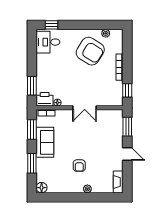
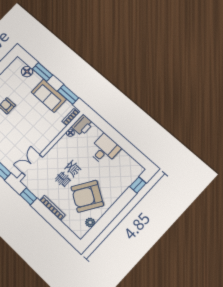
desk: (48, 42) -> (104, 150), moved
window: (32, 86) -> (102, 125), removed
double door: (85, 108) -> (32, 165), moved
floor lamp: (42, 188) -> (27, 72), moved

